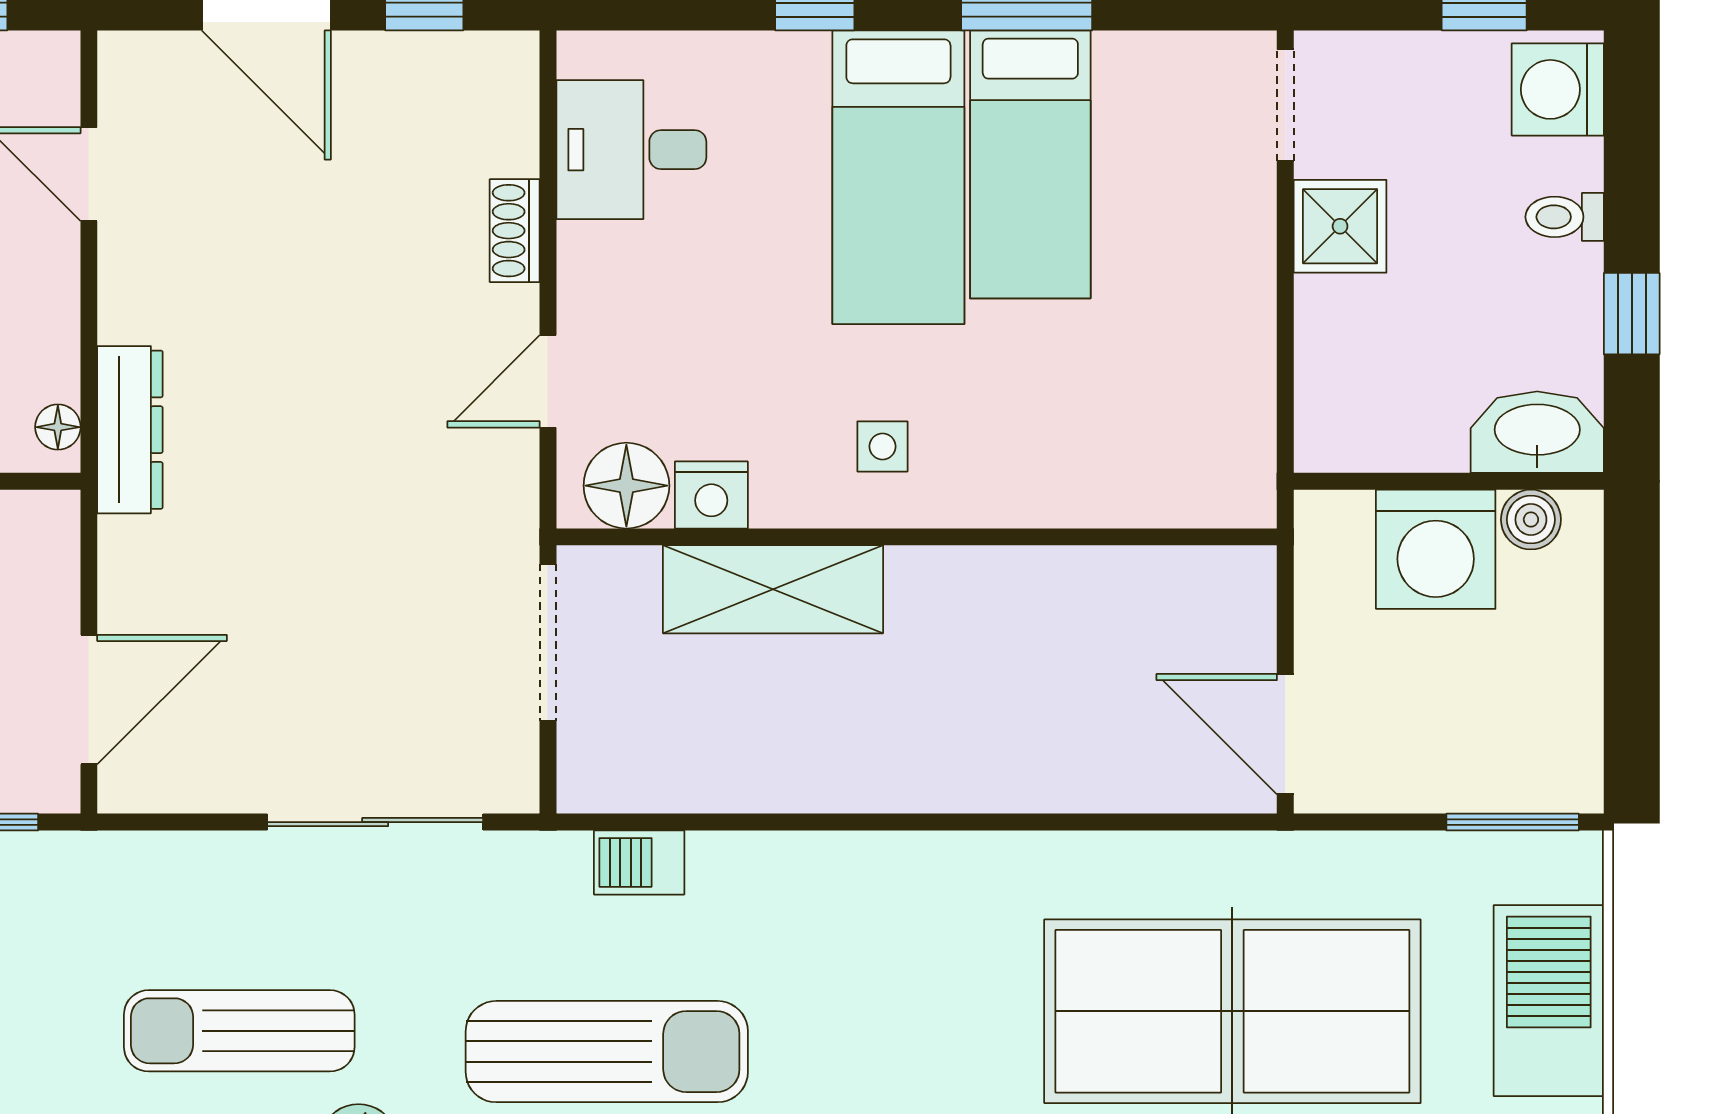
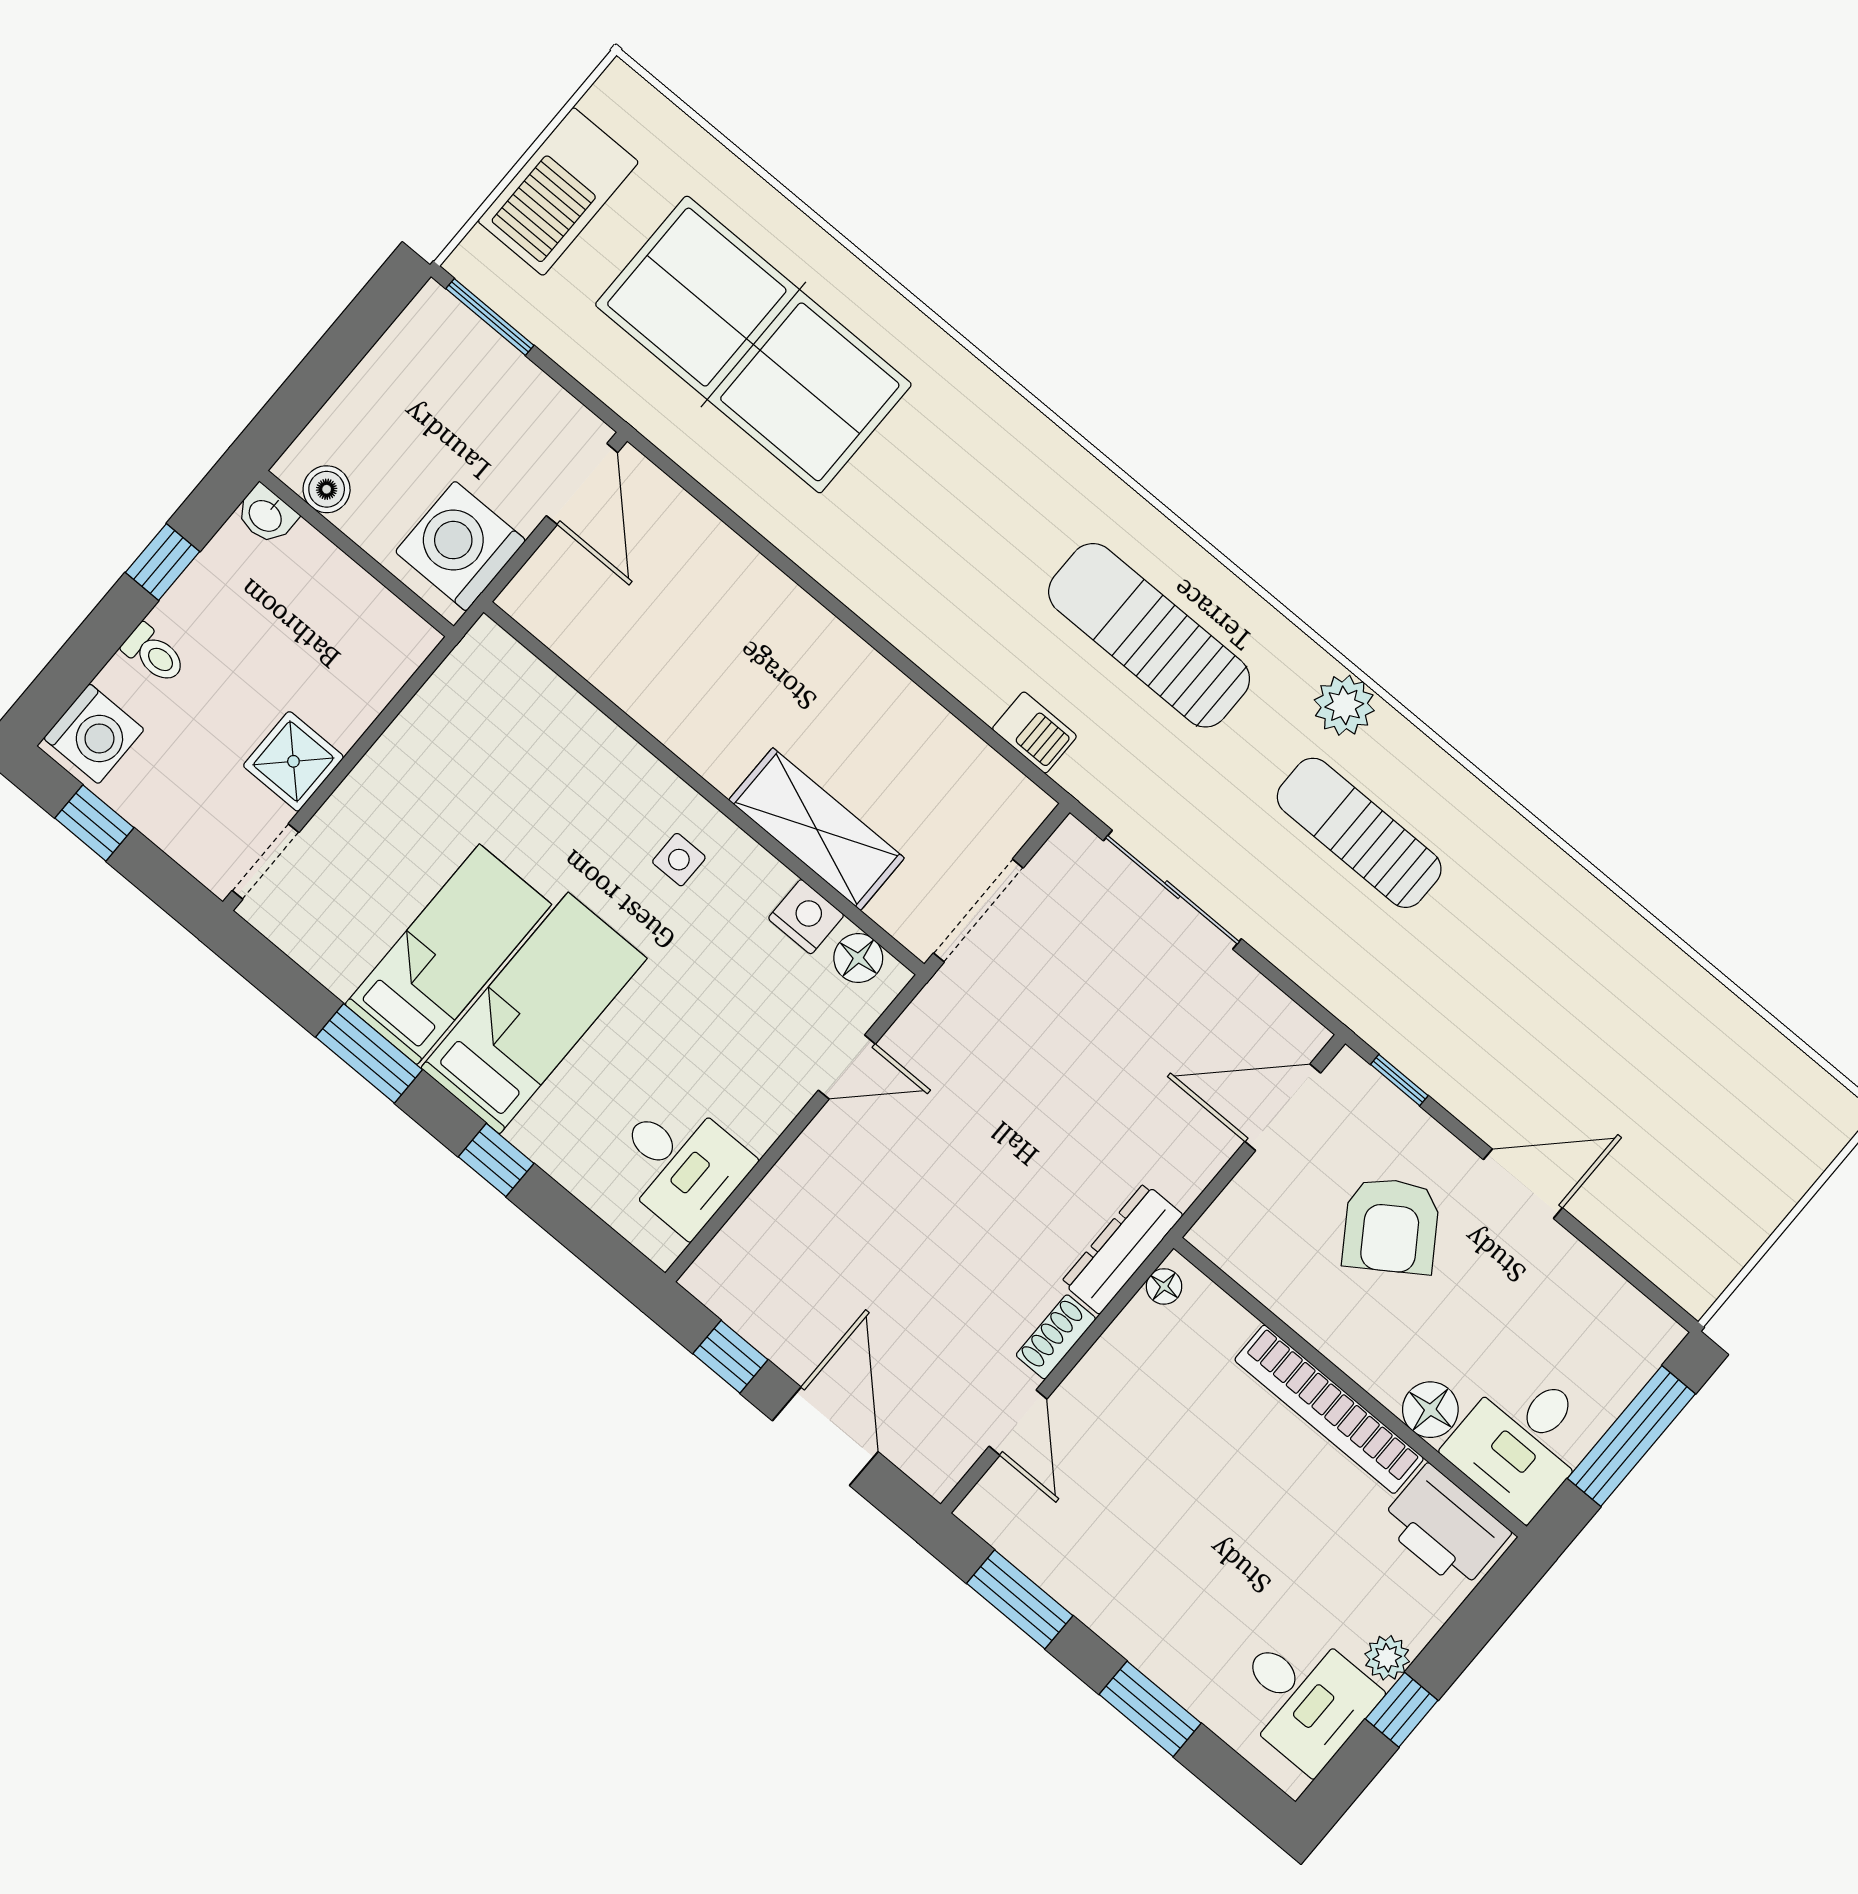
shoe rack: (515, 231) -> (1056, 1337), moved, turned 180
washbasin: (1537, 432) -> (266, 515), width x0.52, depth x0.69
floor lamp: (626, 486) -> (858, 958), width x0.73, depth x0.73
washing machine: (1436, 549) -> (460, 546), moved, turned -90
sun lounger: (239, 1031) -> (1359, 833), turned 180

